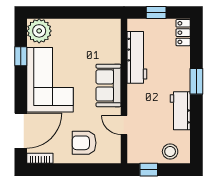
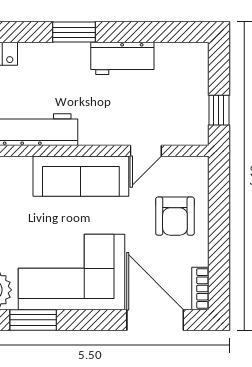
window: (21, 56) -> (33, 320), width x1.50
sofa: (109, 85) -> (81, 176), width x1.36
stool: (170, 152) -> (189, 75), removed

